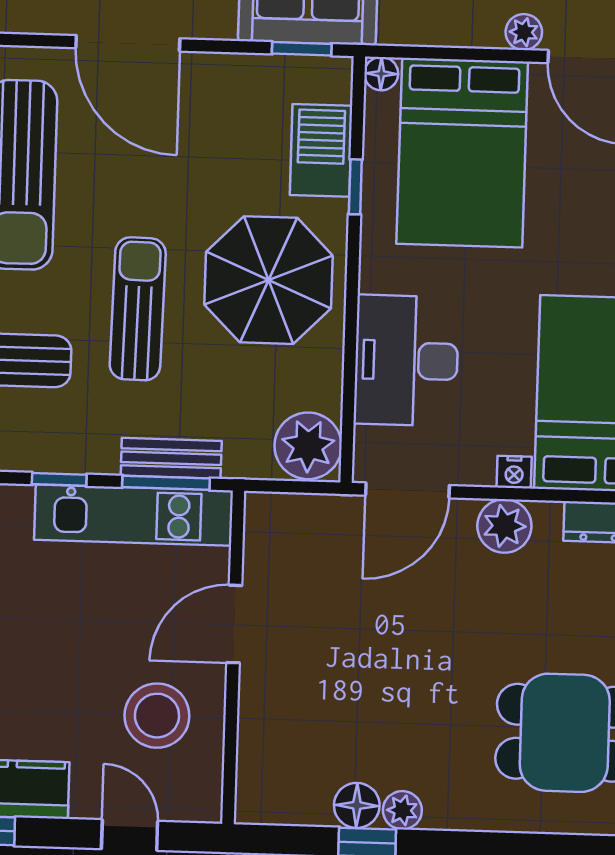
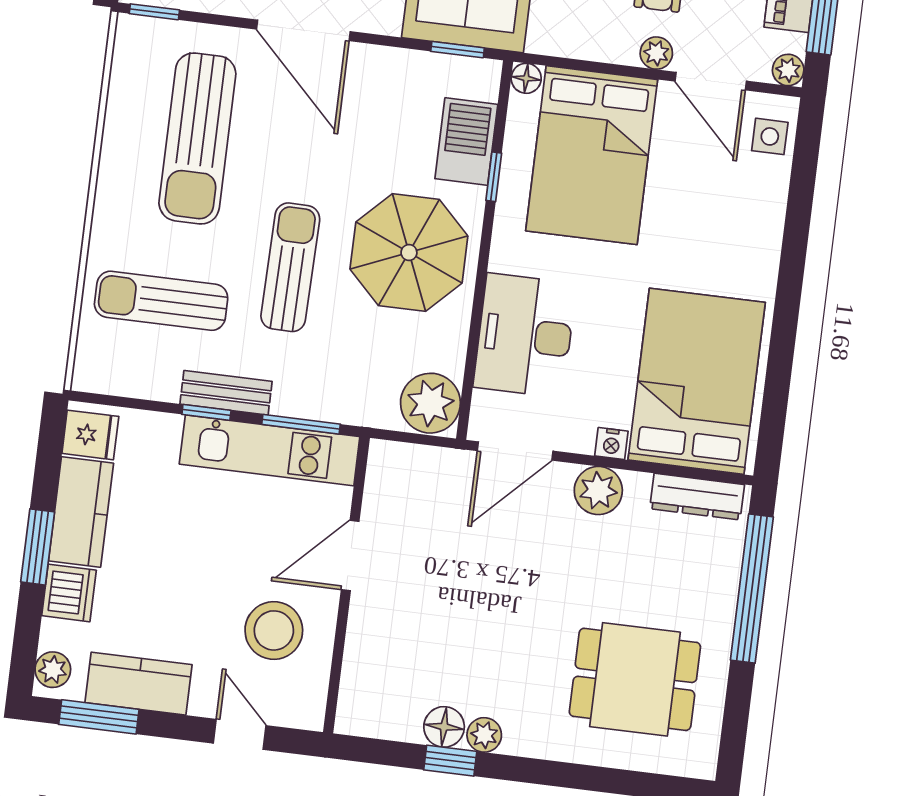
bench: (171, 458) -> (226, 393), moved

